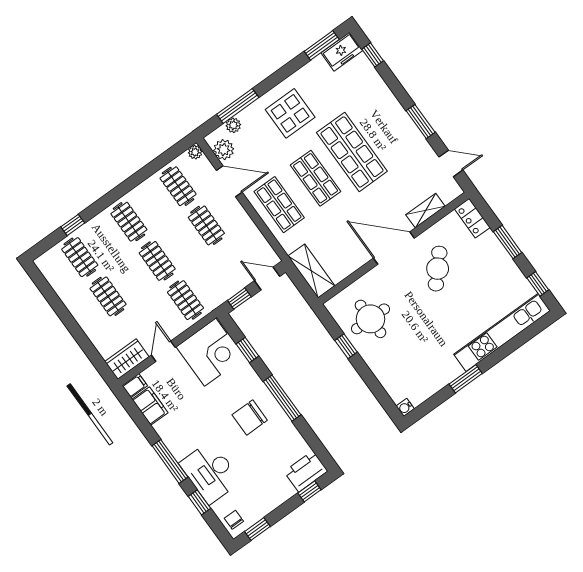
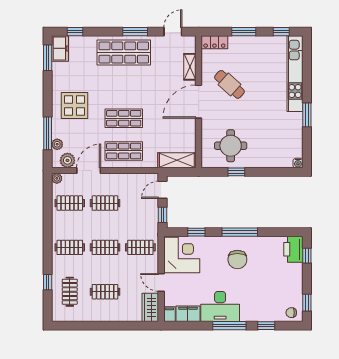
shop shelf: (352, 152) -> (124, 53), moved
clothes rail: (80, 257) -> (70, 292), turned 90
desk: (210, 472) -> (220, 306), moved

